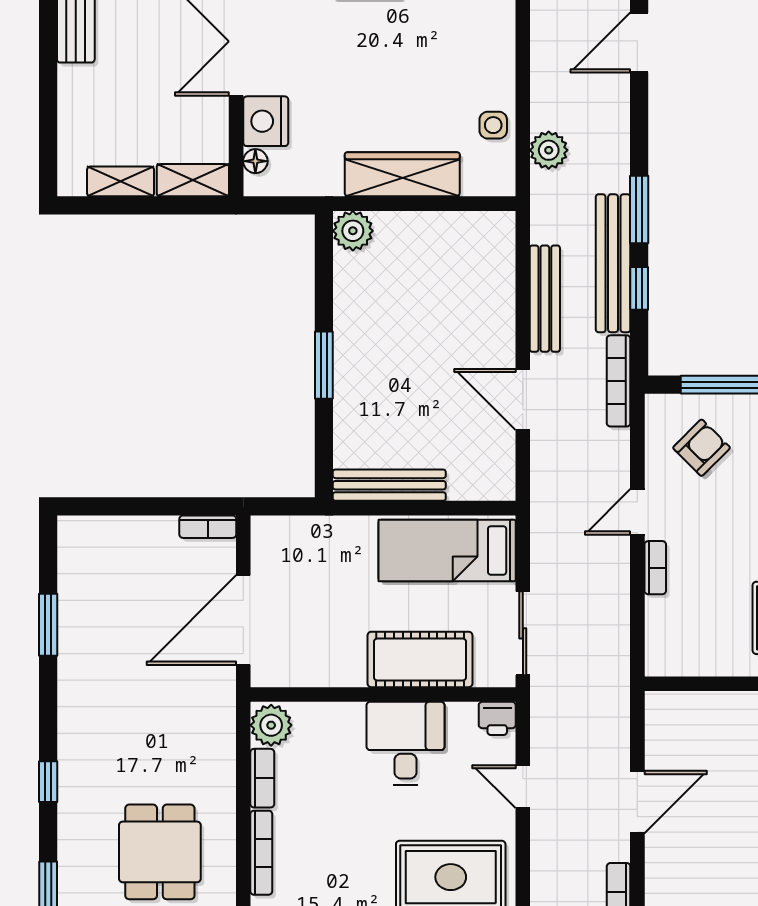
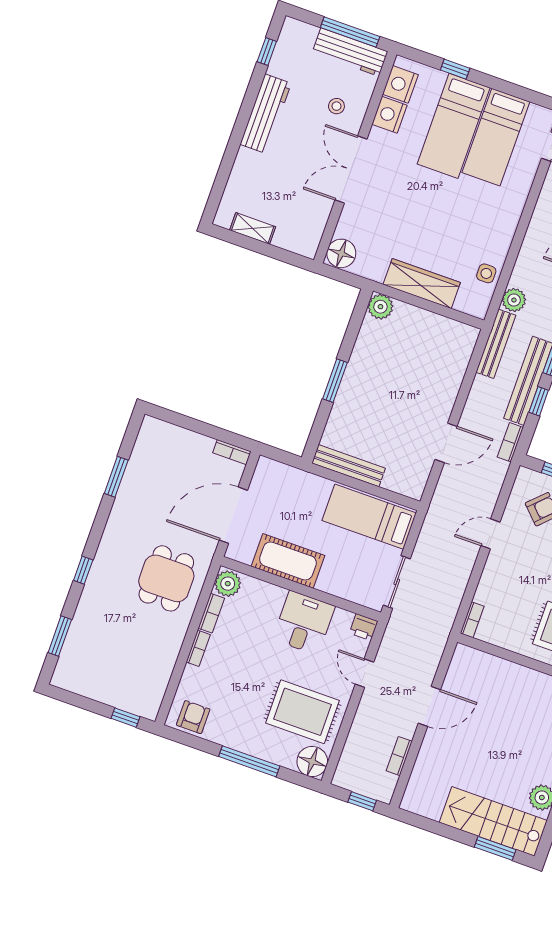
nightstand: (266, 121) -> (352, 223), removed
floor lamp: (255, 161) -> (341, 253), width x1.89, depth x1.89
shelving: (193, 180) -> (296, 243), removed
bench: (545, 299) -> (496, 344), moved
bookcase: (619, 381) -> (510, 442), width x0.64
door: (523, 400) -> (446, 443), swing flipped
bookcase: (655, 568) -> (472, 620), moved
cot: (420, 659) -> (288, 561), moved
dining table: (160, 852) -> (166, 578), moved
bookcase: (261, 853) -> (198, 648), width x0.64

